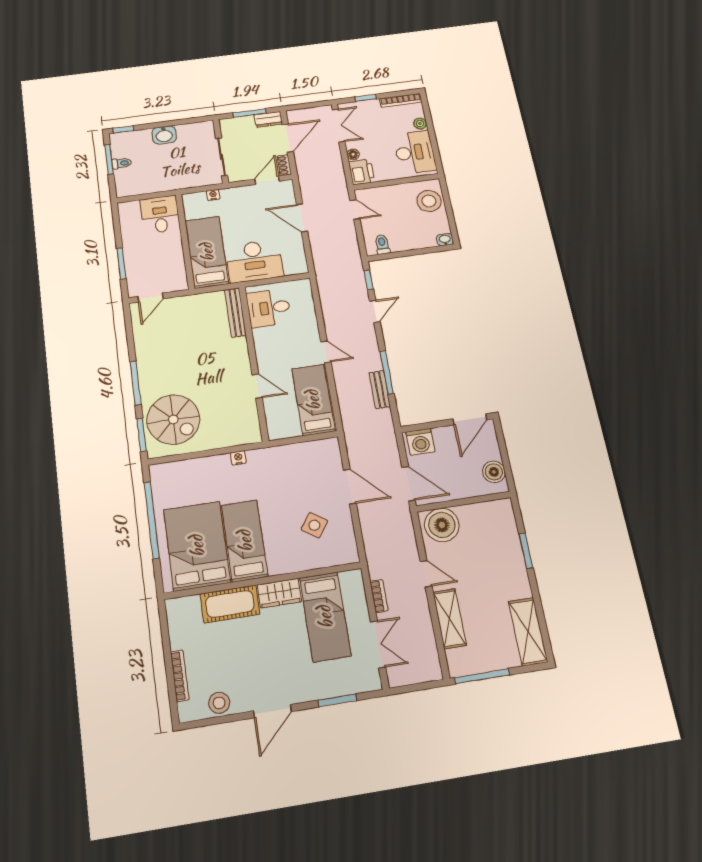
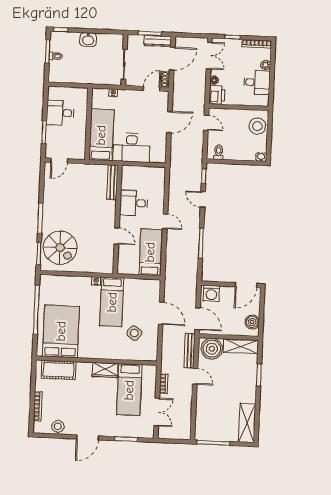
dresser: (268, 119) -> (158, 41), width x1.44
desk: (415, 152) -> (257, 82), width x0.73
desk: (160, 214) -> (60, 113), moved, turned -90
door: (302, 218) -> (169, 122), swing flipped
desk: (269, 308) -> (134, 203), moved
door: (375, 311) -> (203, 199), swing flipped
bench: (380, 390) -> (190, 351), moved, width x1.36
bed: (245, 541) -> (112, 302), moved, turned 180
cot: (230, 604) -> (59, 370), moved
shelving: (450, 619) -> (241, 346), moved, turned 90

